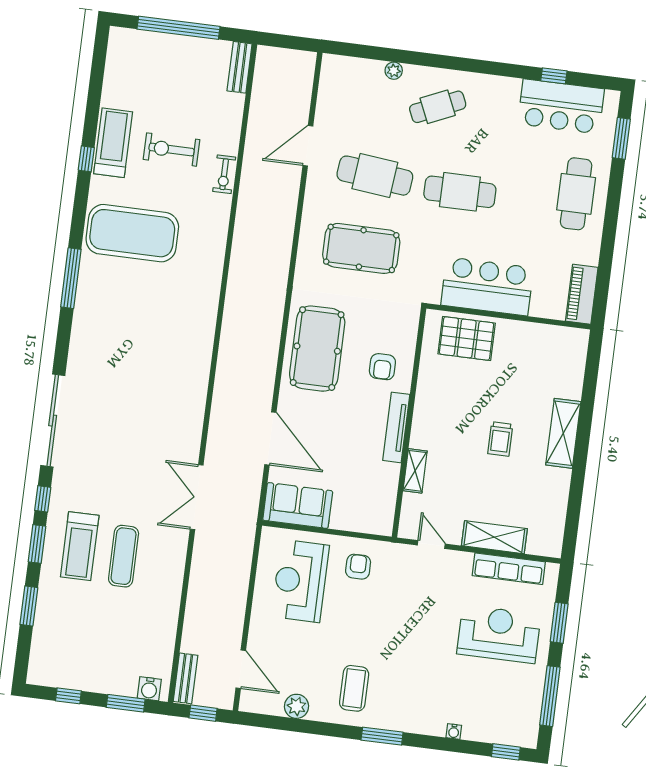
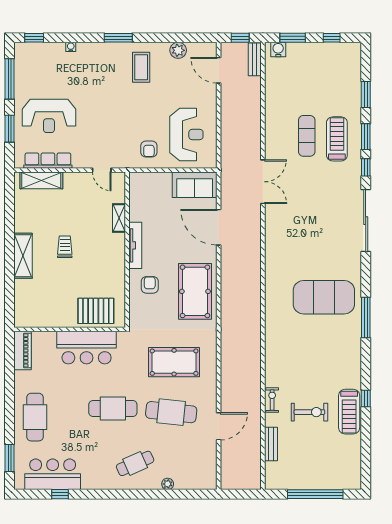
bench: (240, 67) -> (271, 444), moved
exercise mat: (132, 233) -> (324, 297), moved
shelving: (494, 537) -> (41, 180), moved

